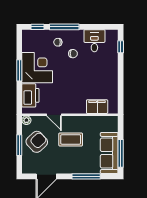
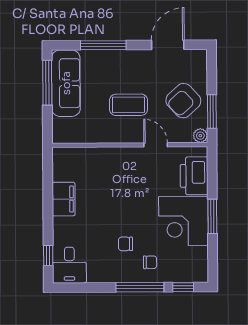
desk: (94, 41) -> (69, 265), moved
filing cabinet: (97, 107) -> (64, 199), moved, turned -90
window: (19, 145) -> (212, 112), moved

